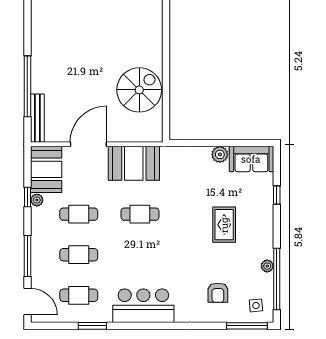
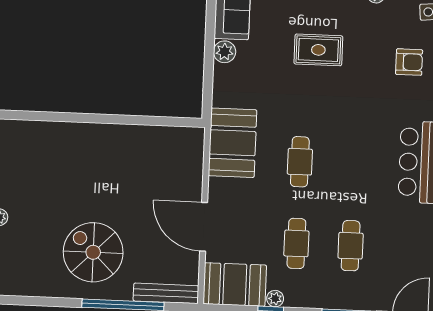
spiral stairs: (139, 90) -> (93, 252), moved
booth: (134, 163) -> (233, 143), moved
cafe table: (79, 295) -> (405, 248), removed

